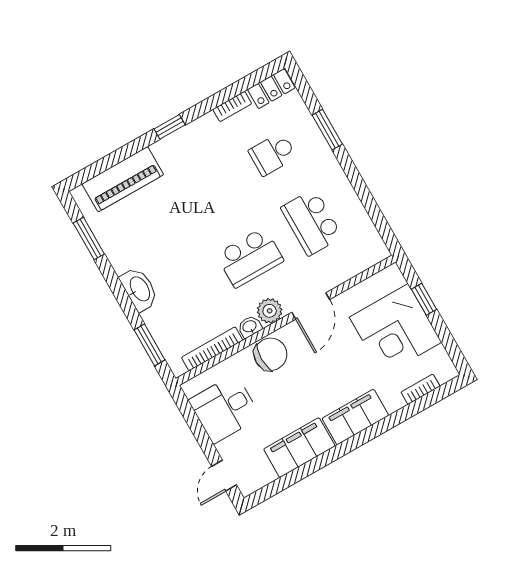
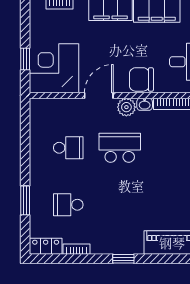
school desk: (273, 154) -> (68, 205), turned 180
school desk: (312, 222) -> (68, 148), width x0.54
corner desk: (395, 330) -> (54, 68), moved, turned -90

